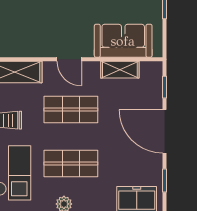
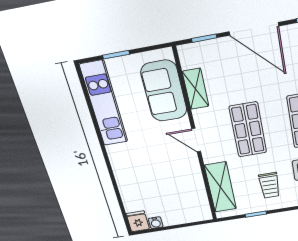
door: (69, 59) -> (196, 140), swing flipped
door: (164, 131) -> (254, 29), hinge flipped

